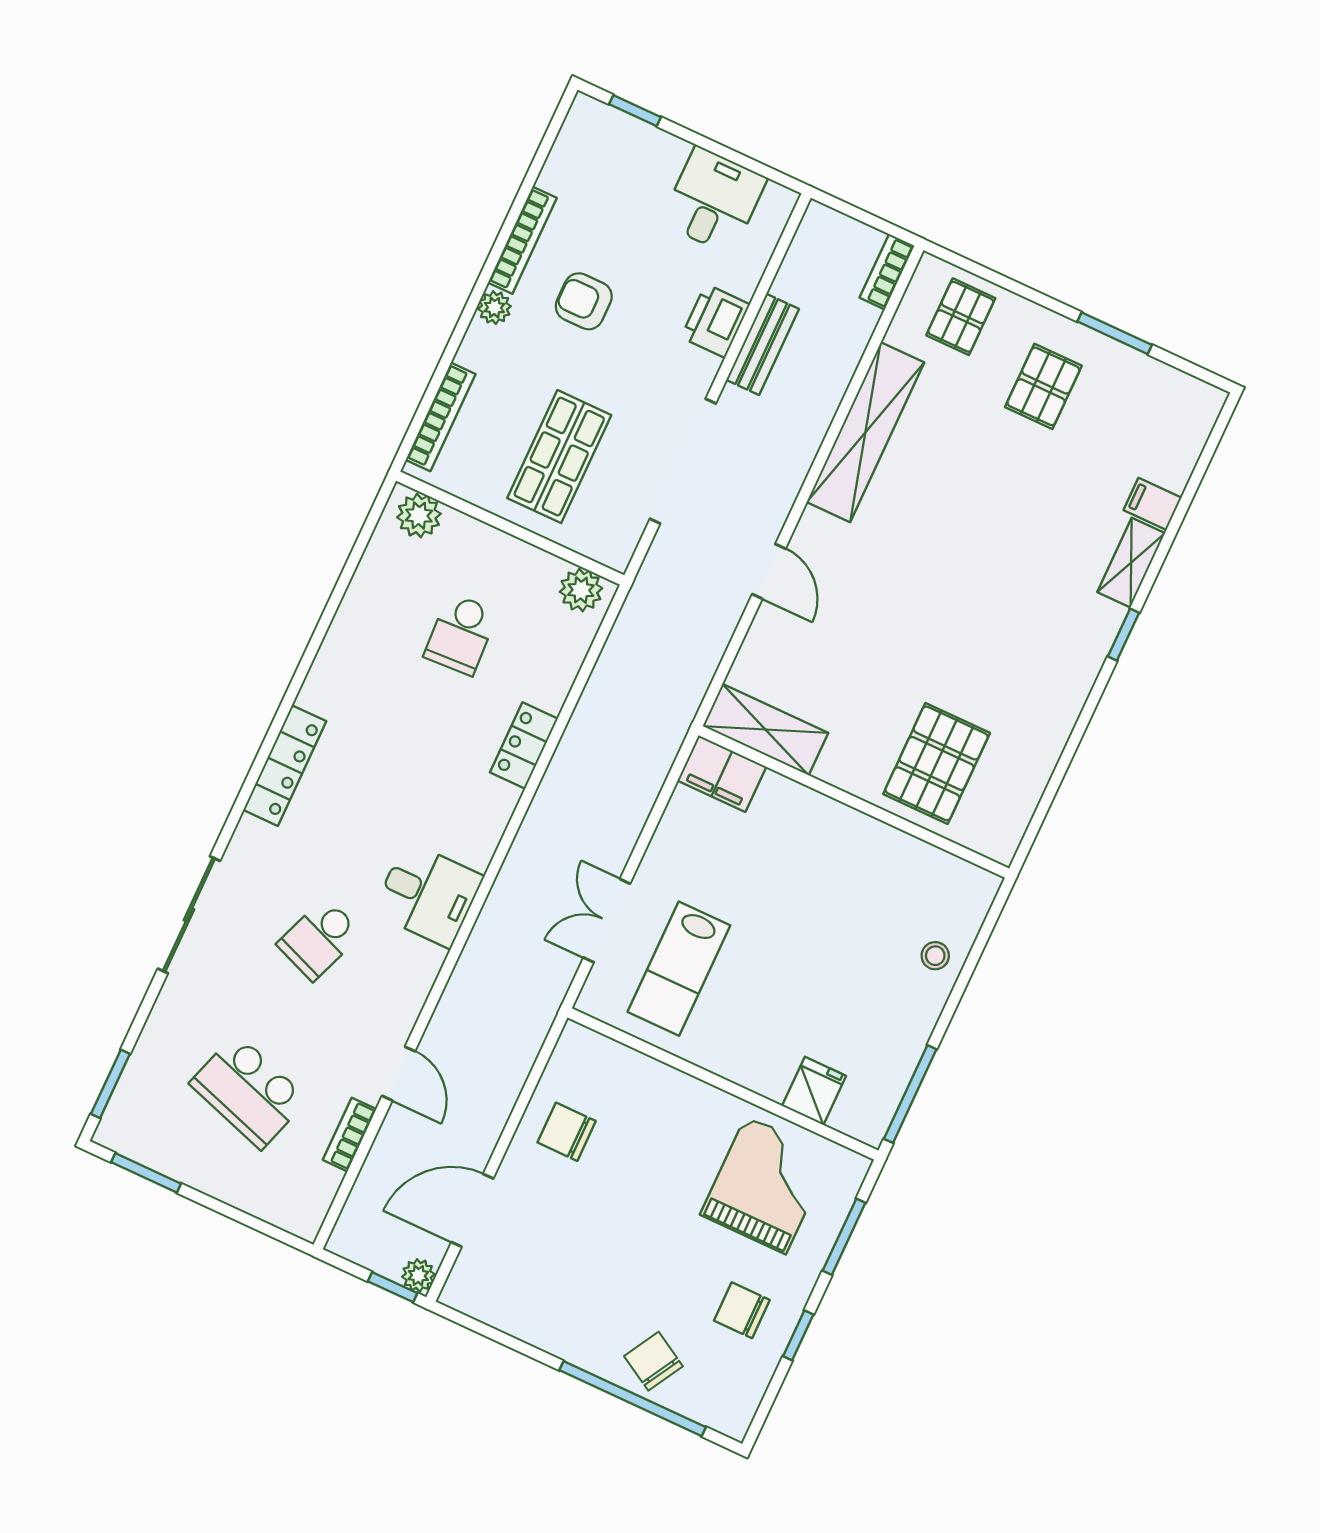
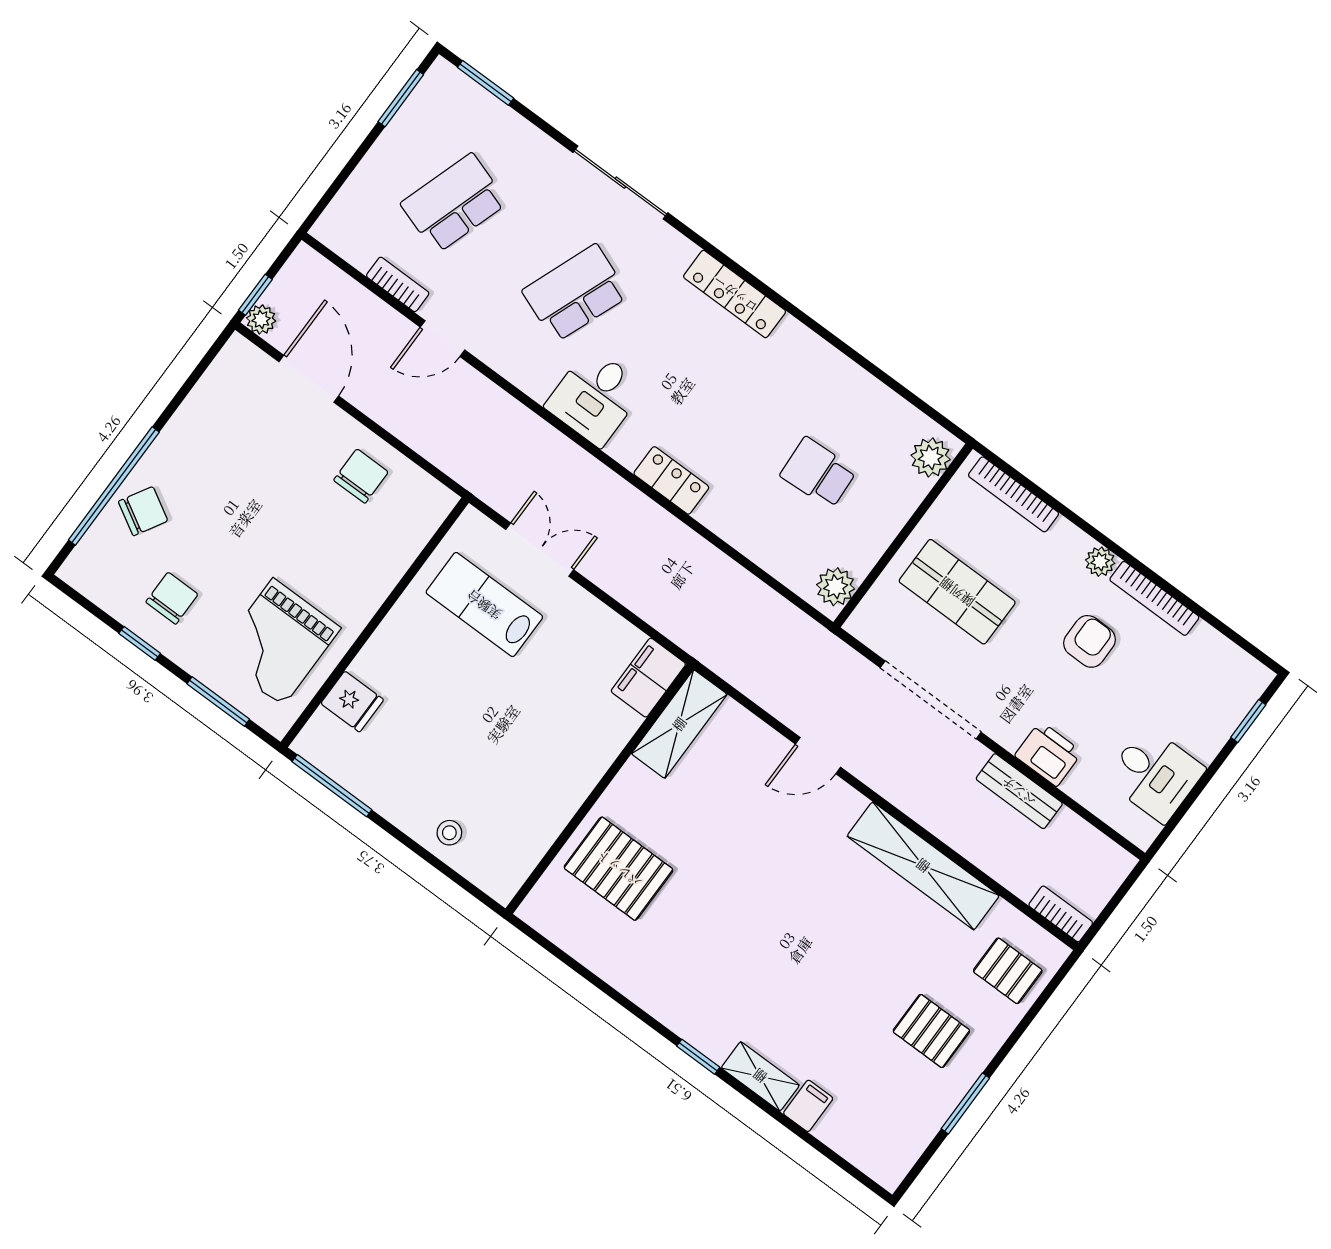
locker: (524, 746) -> (671, 480), moved
school desk: (319, 939) -> (575, 293), width x1.85
grand piano: (766, 1185) -> (278, 642), turned 90

